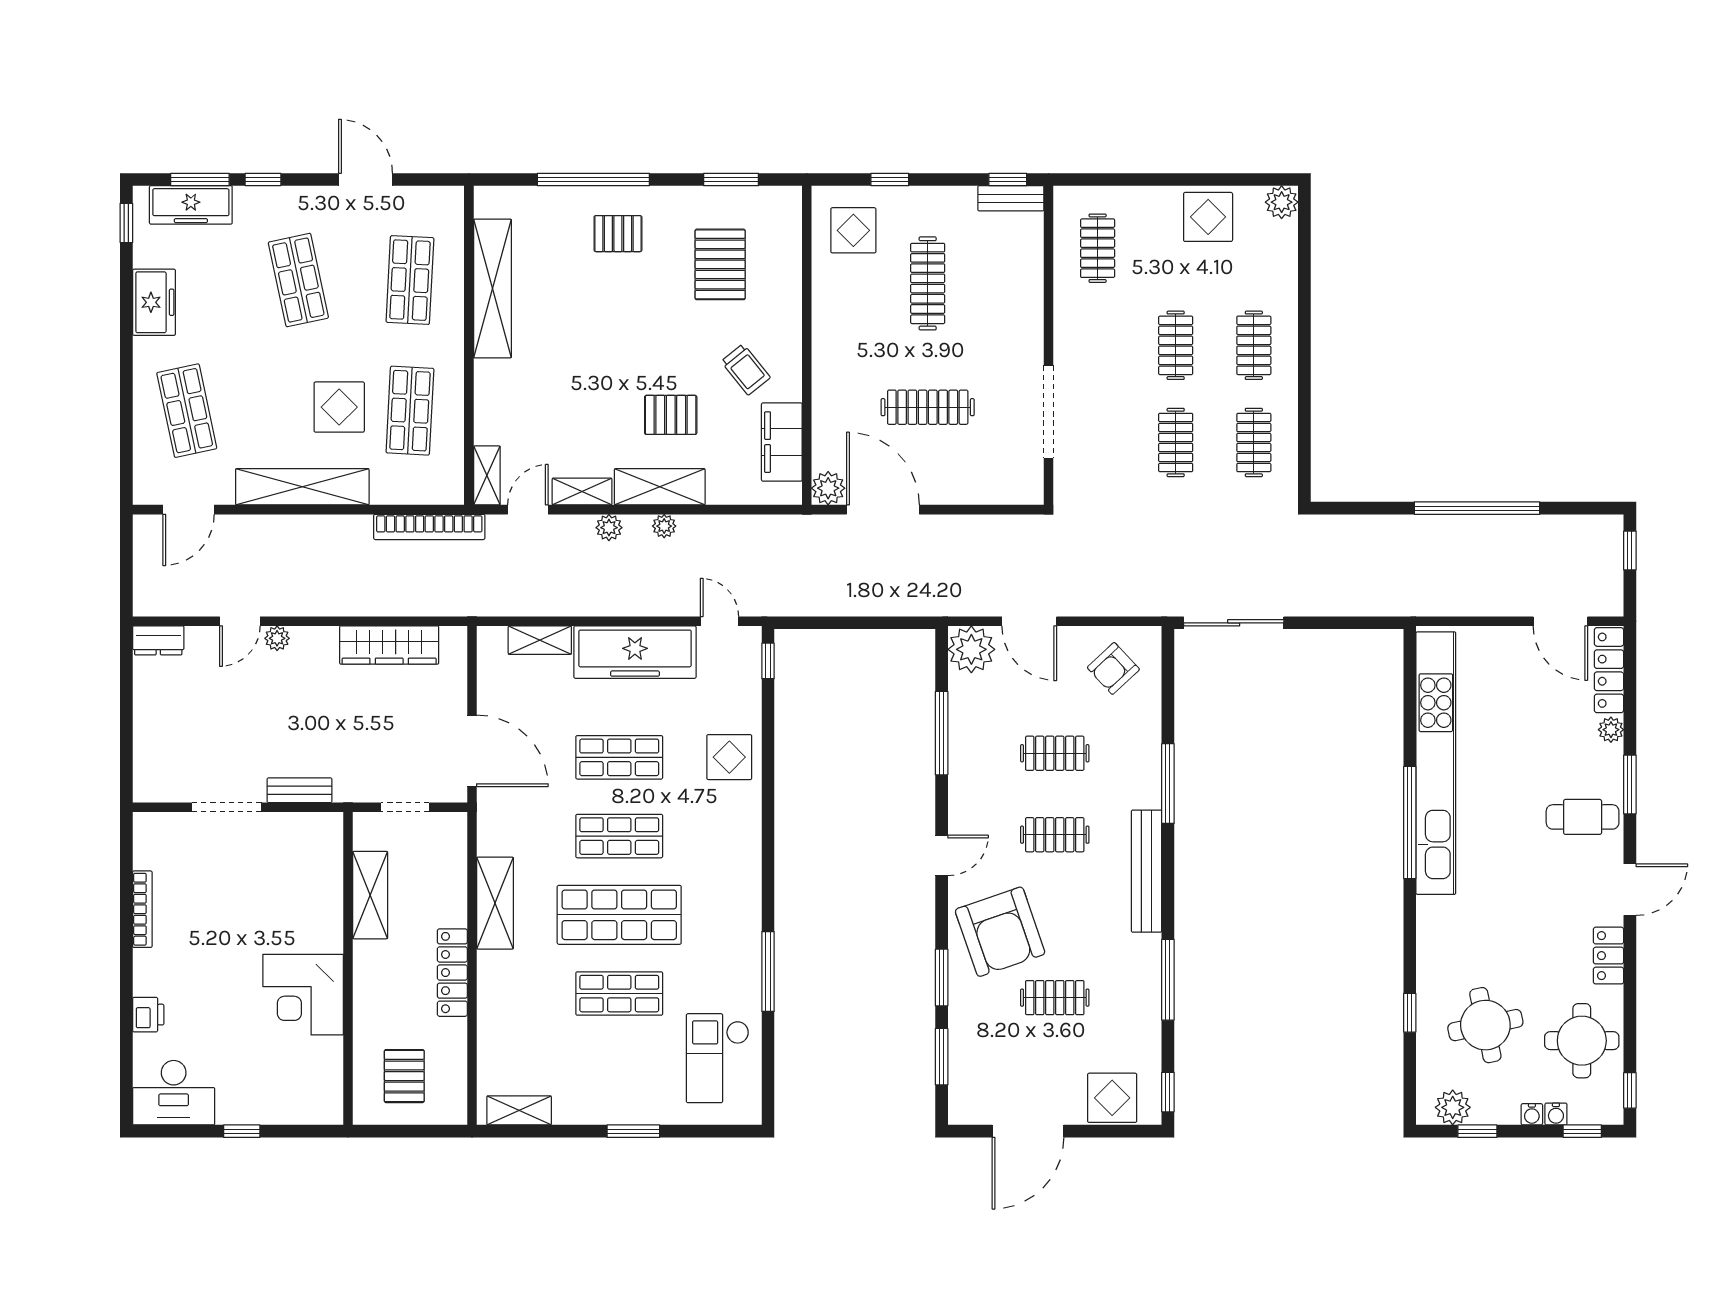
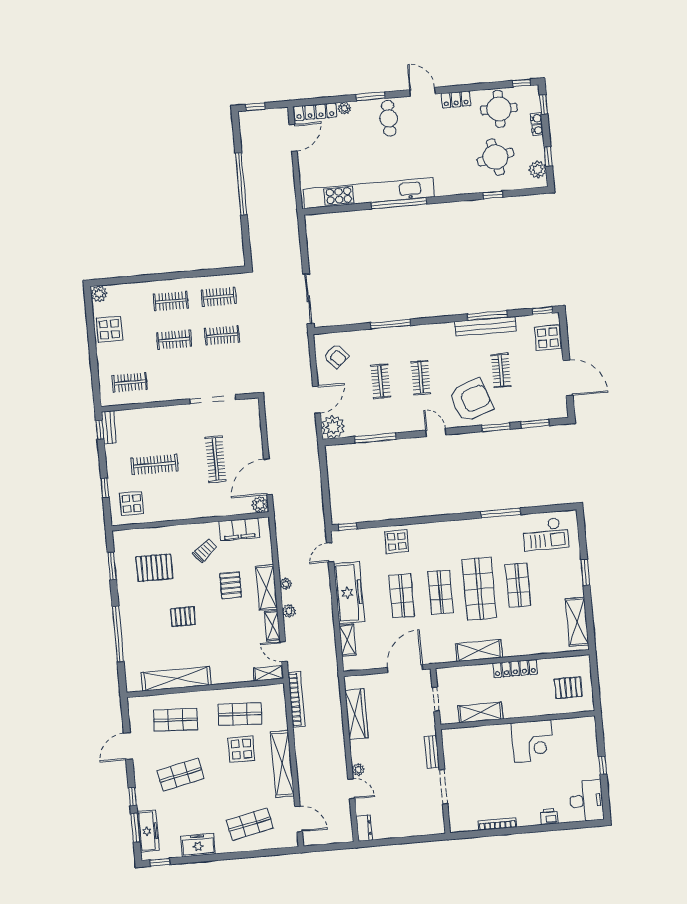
pallet: (618, 234) -> (183, 617), moved, turned 90
bench: (1147, 871) -> (485, 326), moved
shelving: (519, 1110) -> (577, 622), width x1.50, depth x1.33

